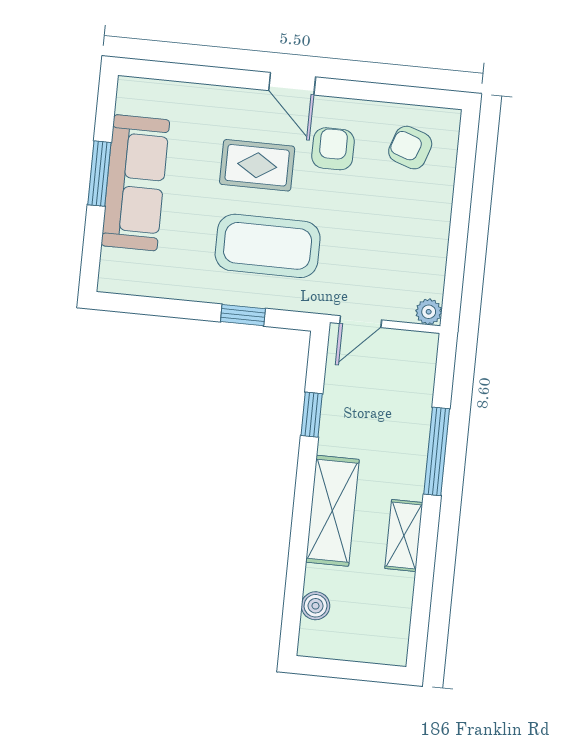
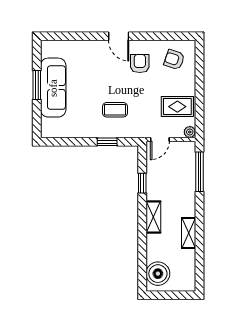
rug: (257, 165) -> (177, 107), moved
coffee table: (268, 246) -> (115, 110), width x0.54, depth x0.58
window: (437, 451) -> (200, 172), moved
shelving: (332, 511) -> (153, 217), width x0.67, depth x0.75
boiler: (316, 606) -> (158, 274), width x1.86, depth x1.86

